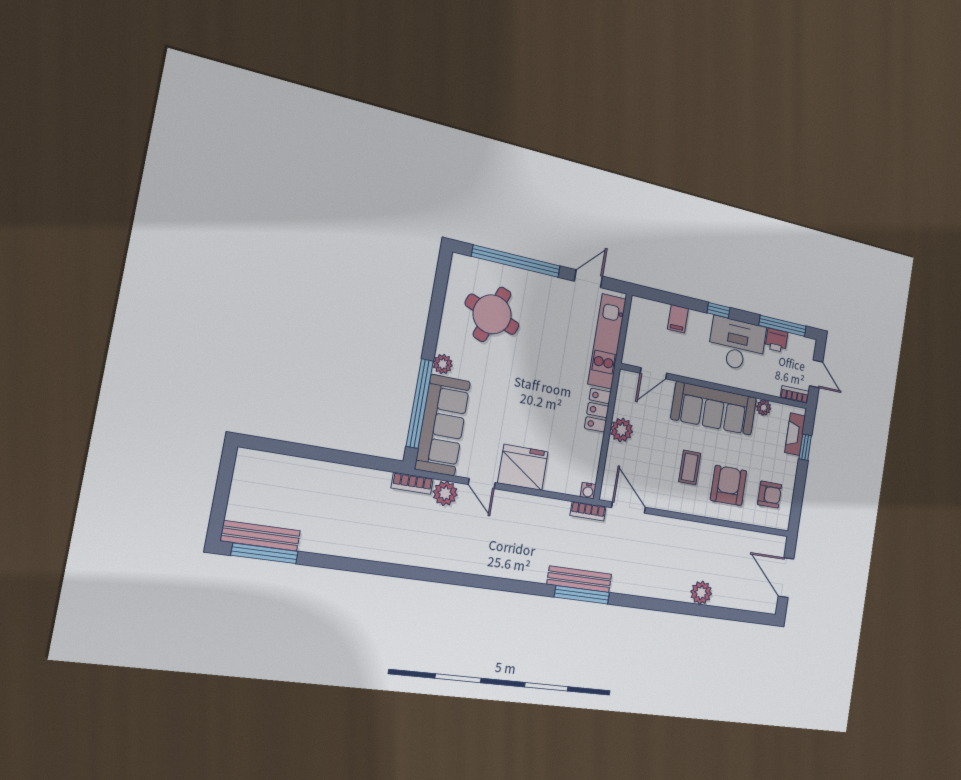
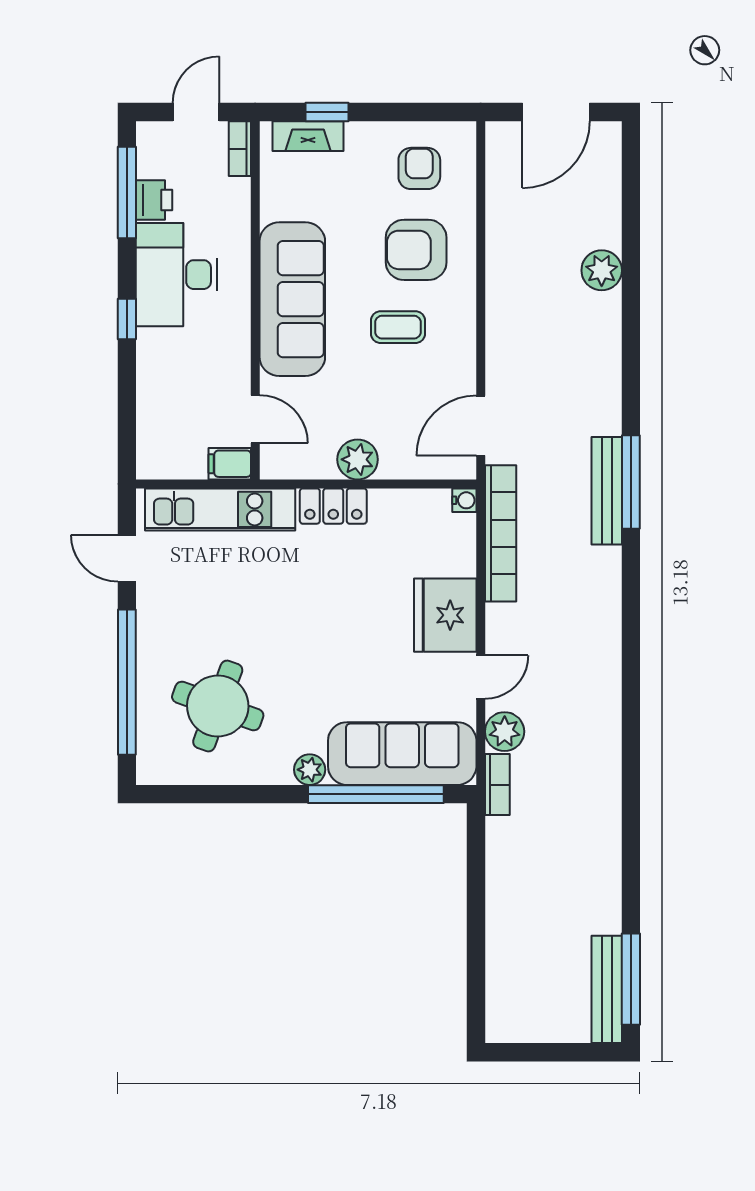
filing cabinet: (678, 319) -> (230, 464), moved, turned 180
plant: (764, 408) -> (274, 205), removed
bookcase: (588, 511) -> (501, 533), width x2.31, depth x1.31

